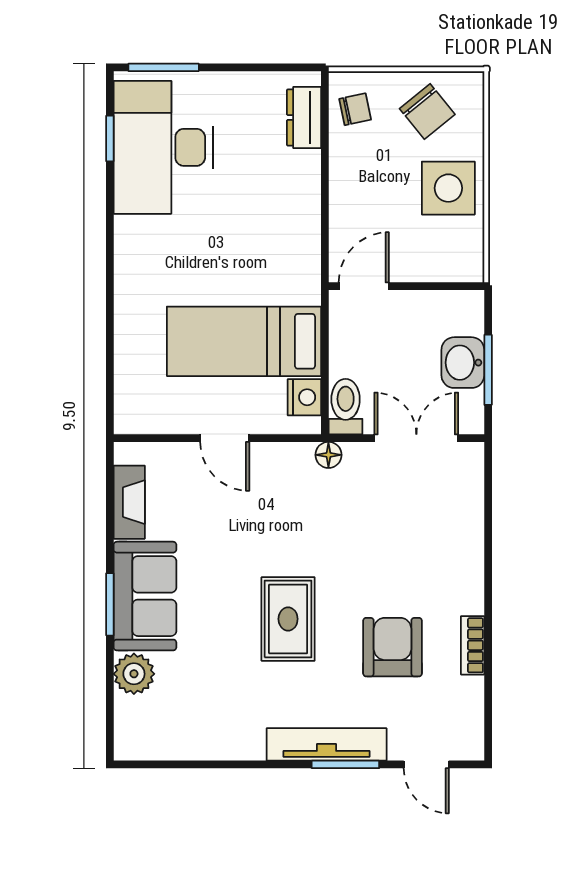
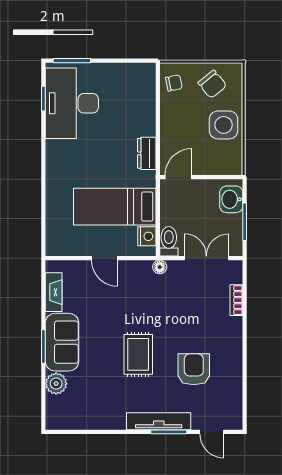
dresser: (304, 117) -> (147, 153), moved
washbasin: (463, 363) -> (231, 199), moved
bookcase: (473, 645) -> (236, 300), moved

